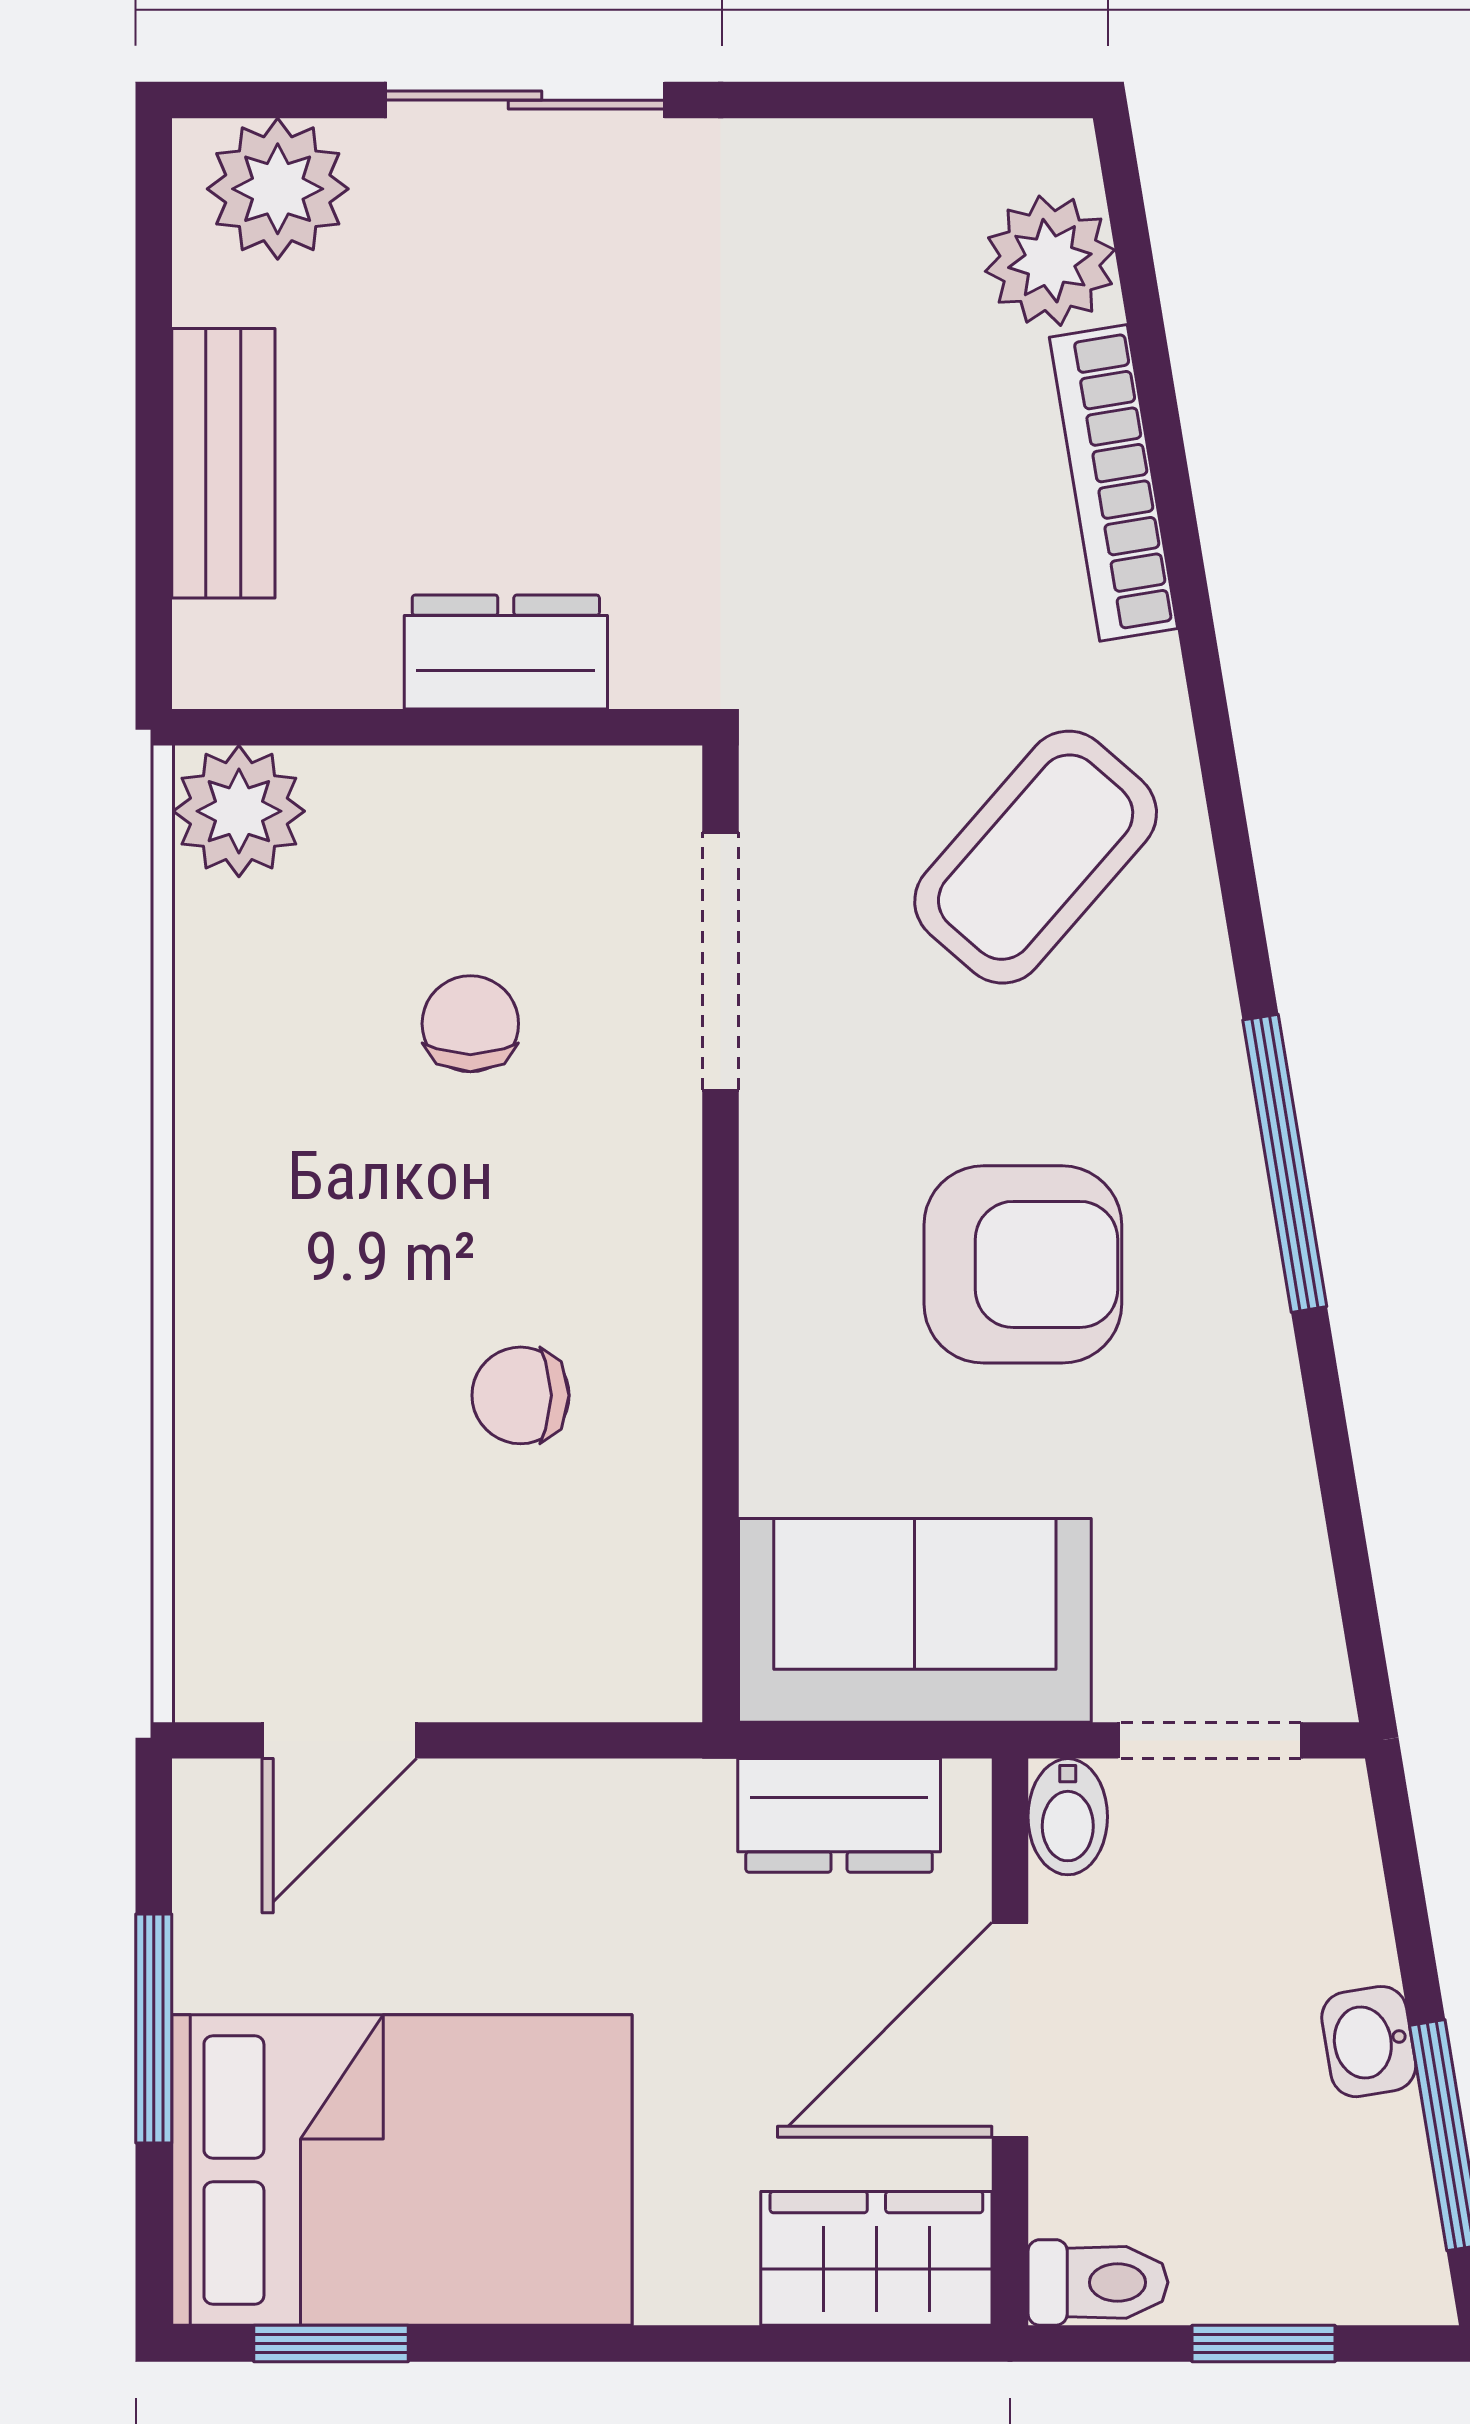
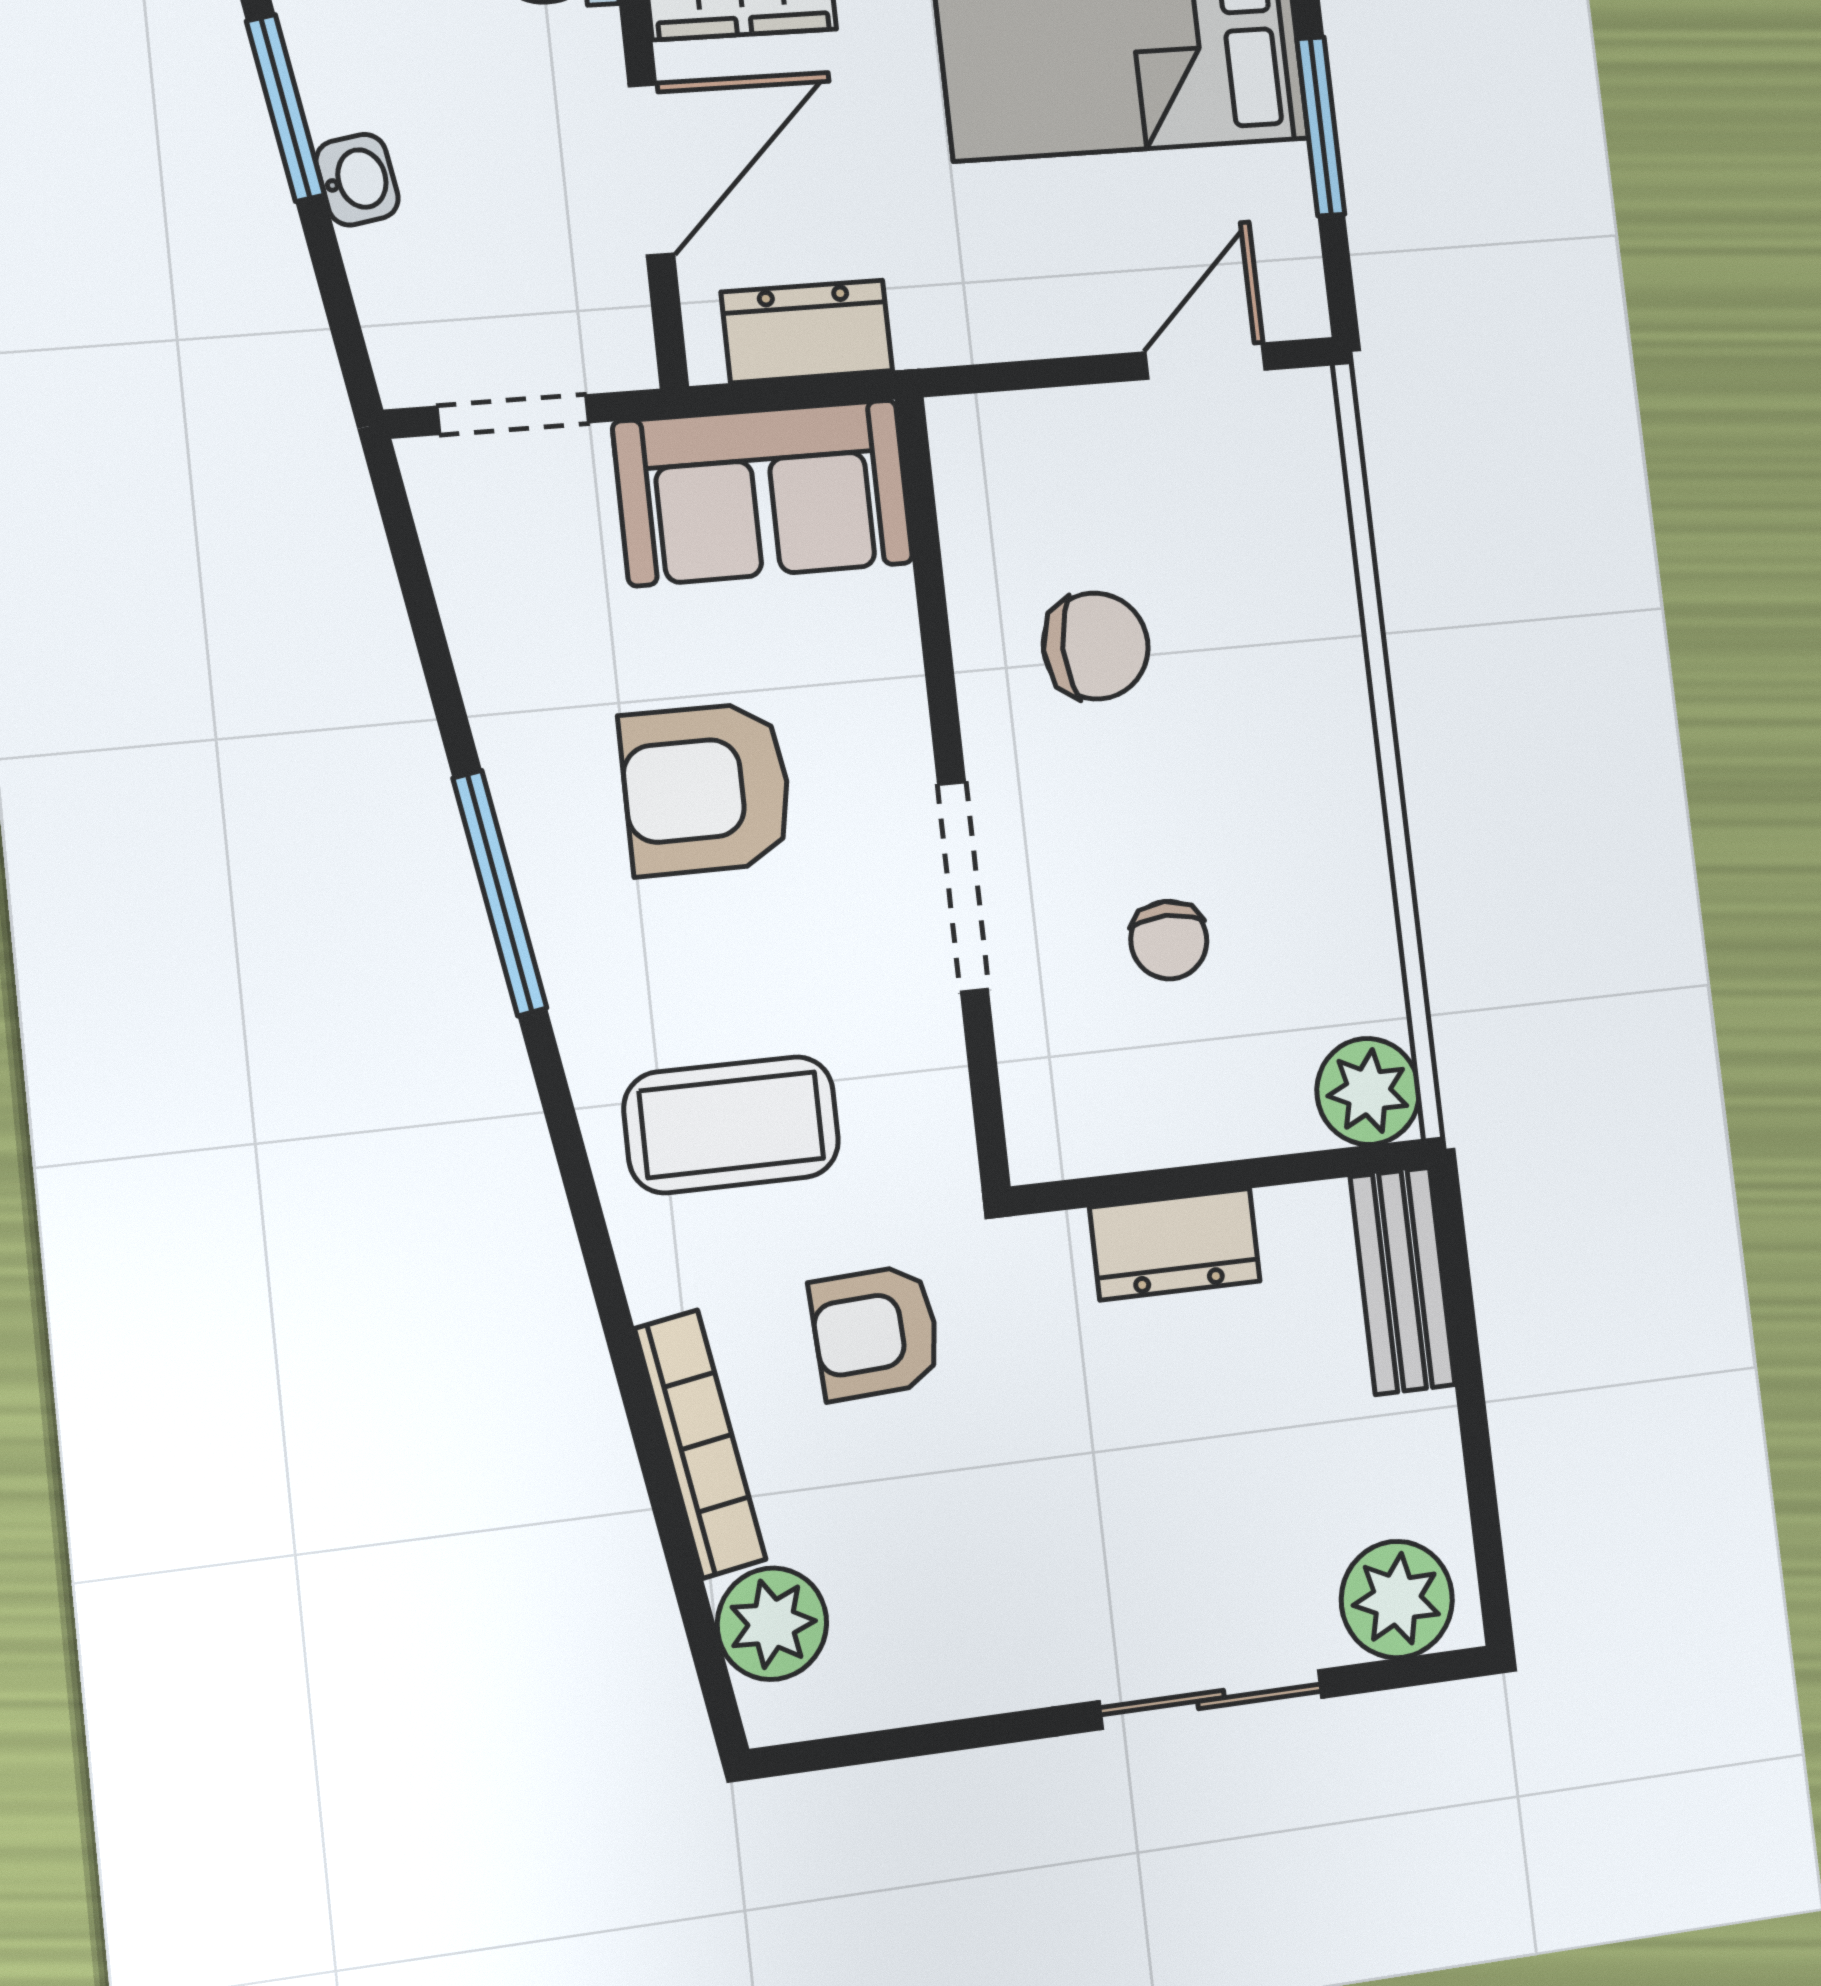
bench: (223, 463) -> (1402, 1281), moved
armchair: (888, 589) -> (876, 1332), added
coffee table: (1036, 857) -> (731, 1125), turned 49
doorway: (721, 961) -> (963, 887), moved
chair: (521, 1395) -> (1096, 646), width x1.37, depth x1.37
bidet: (1068, 1817) -> (623, 344), removed

